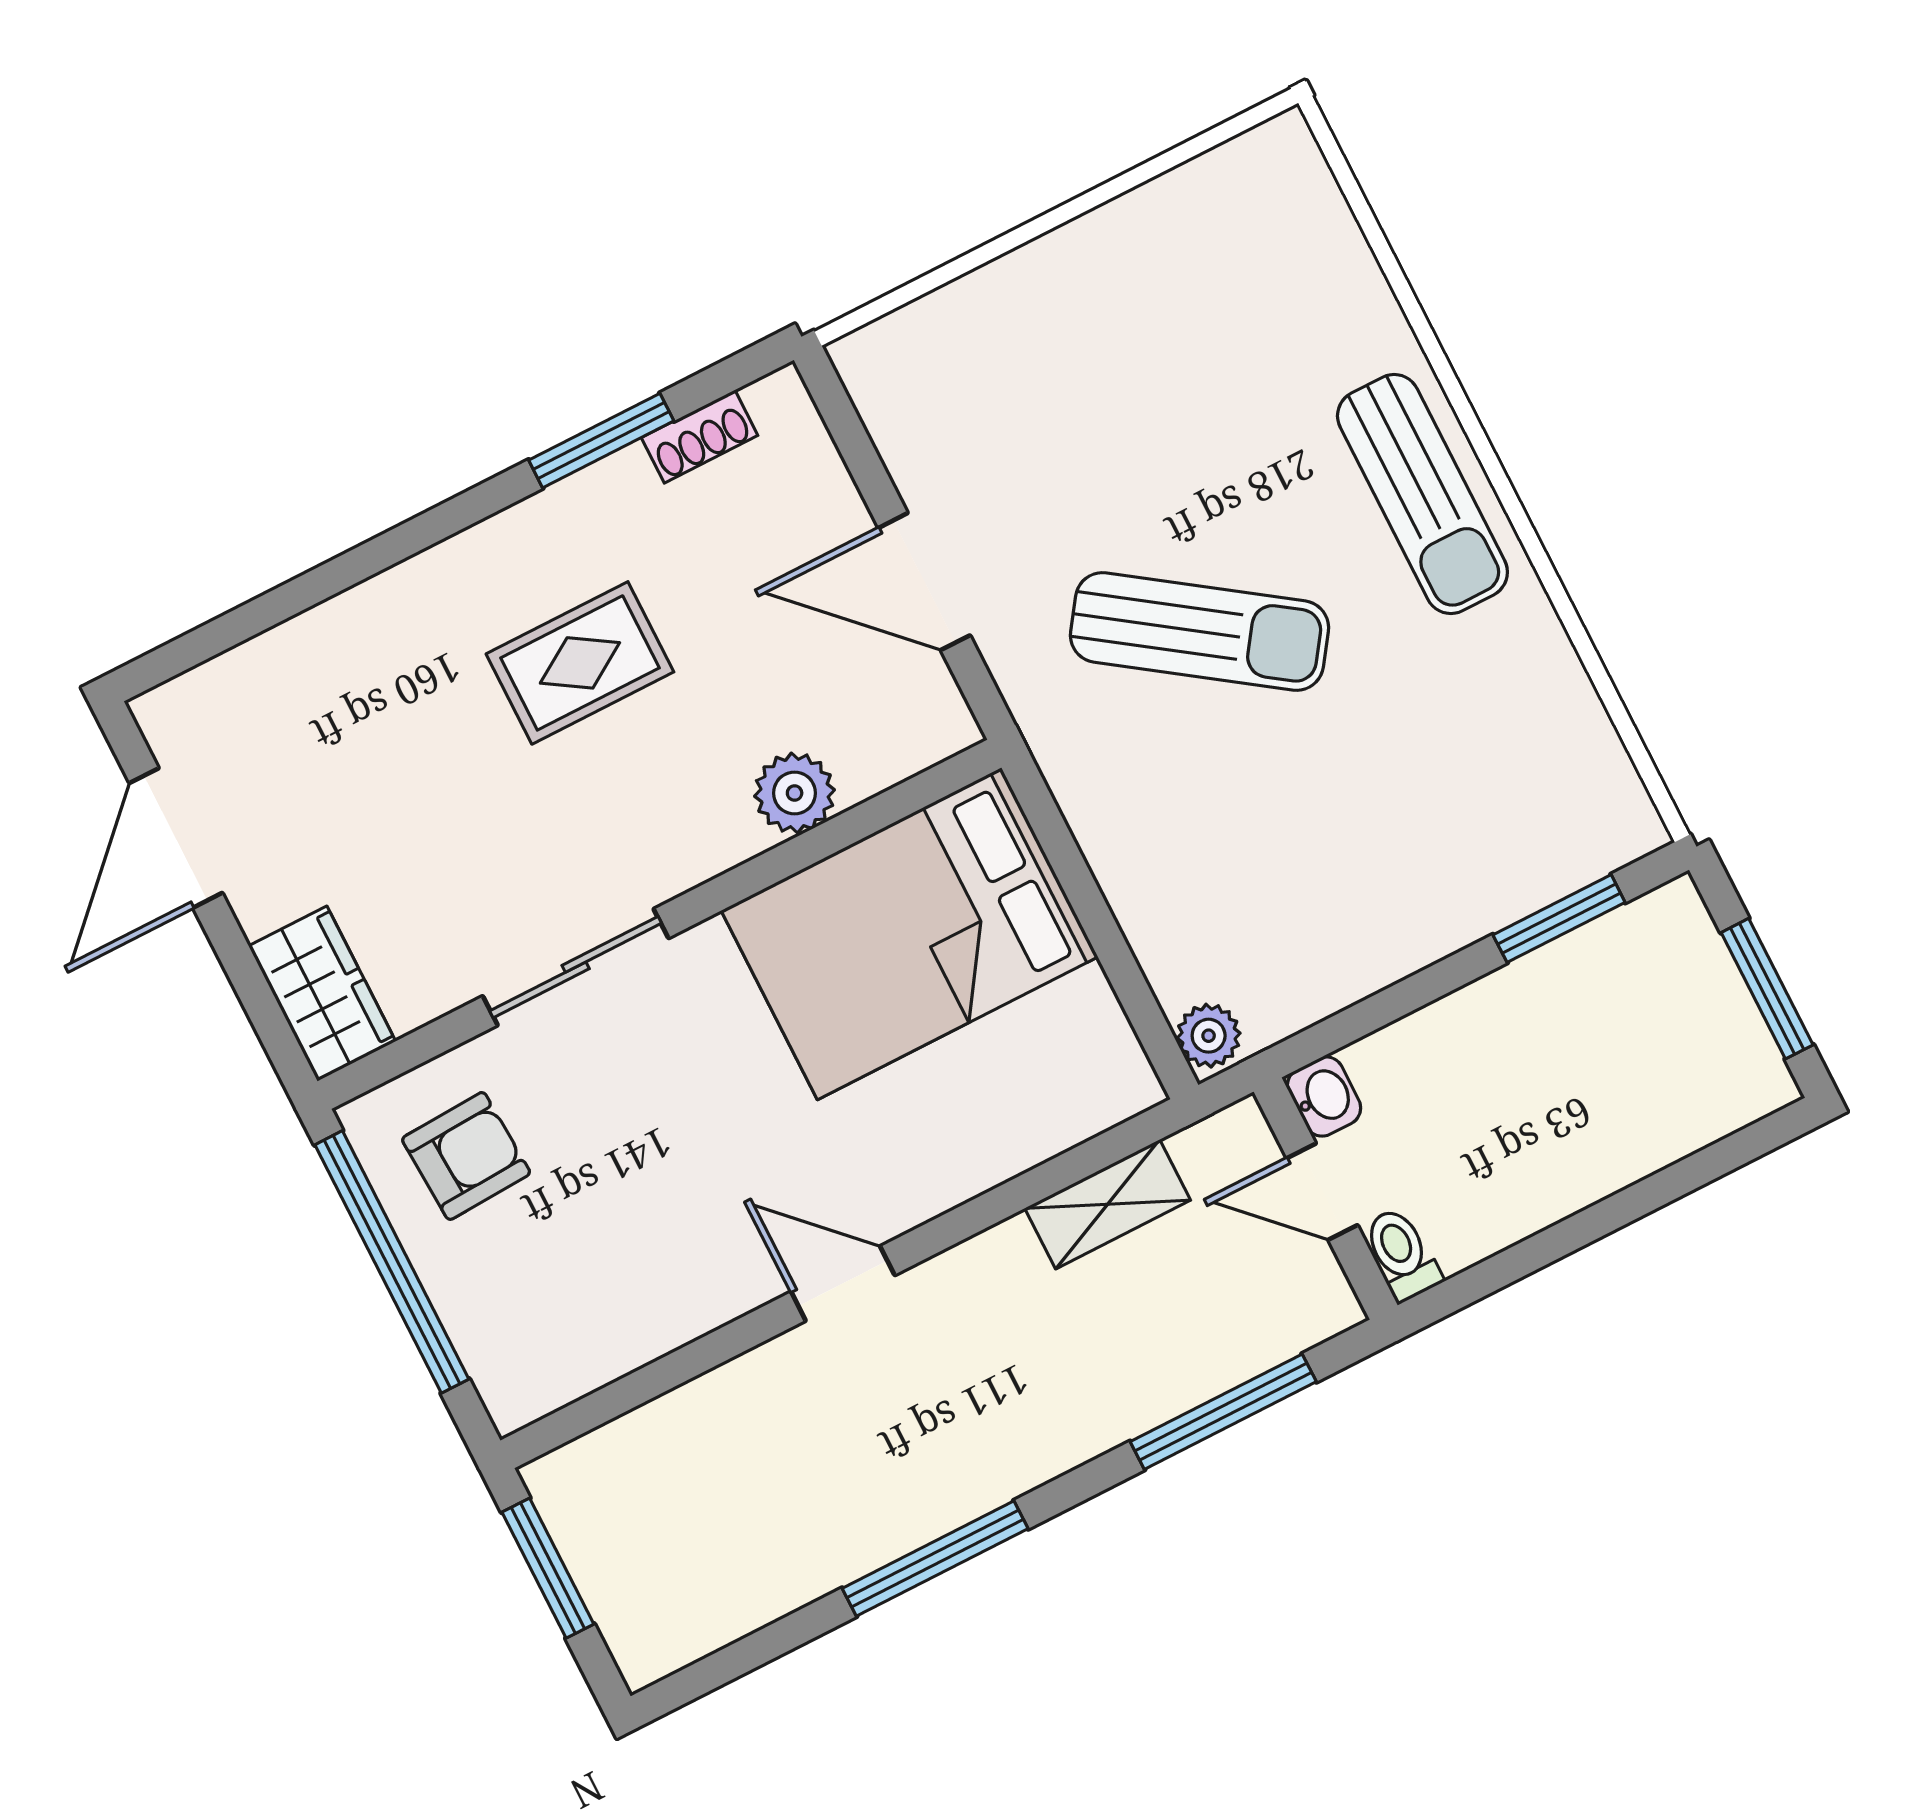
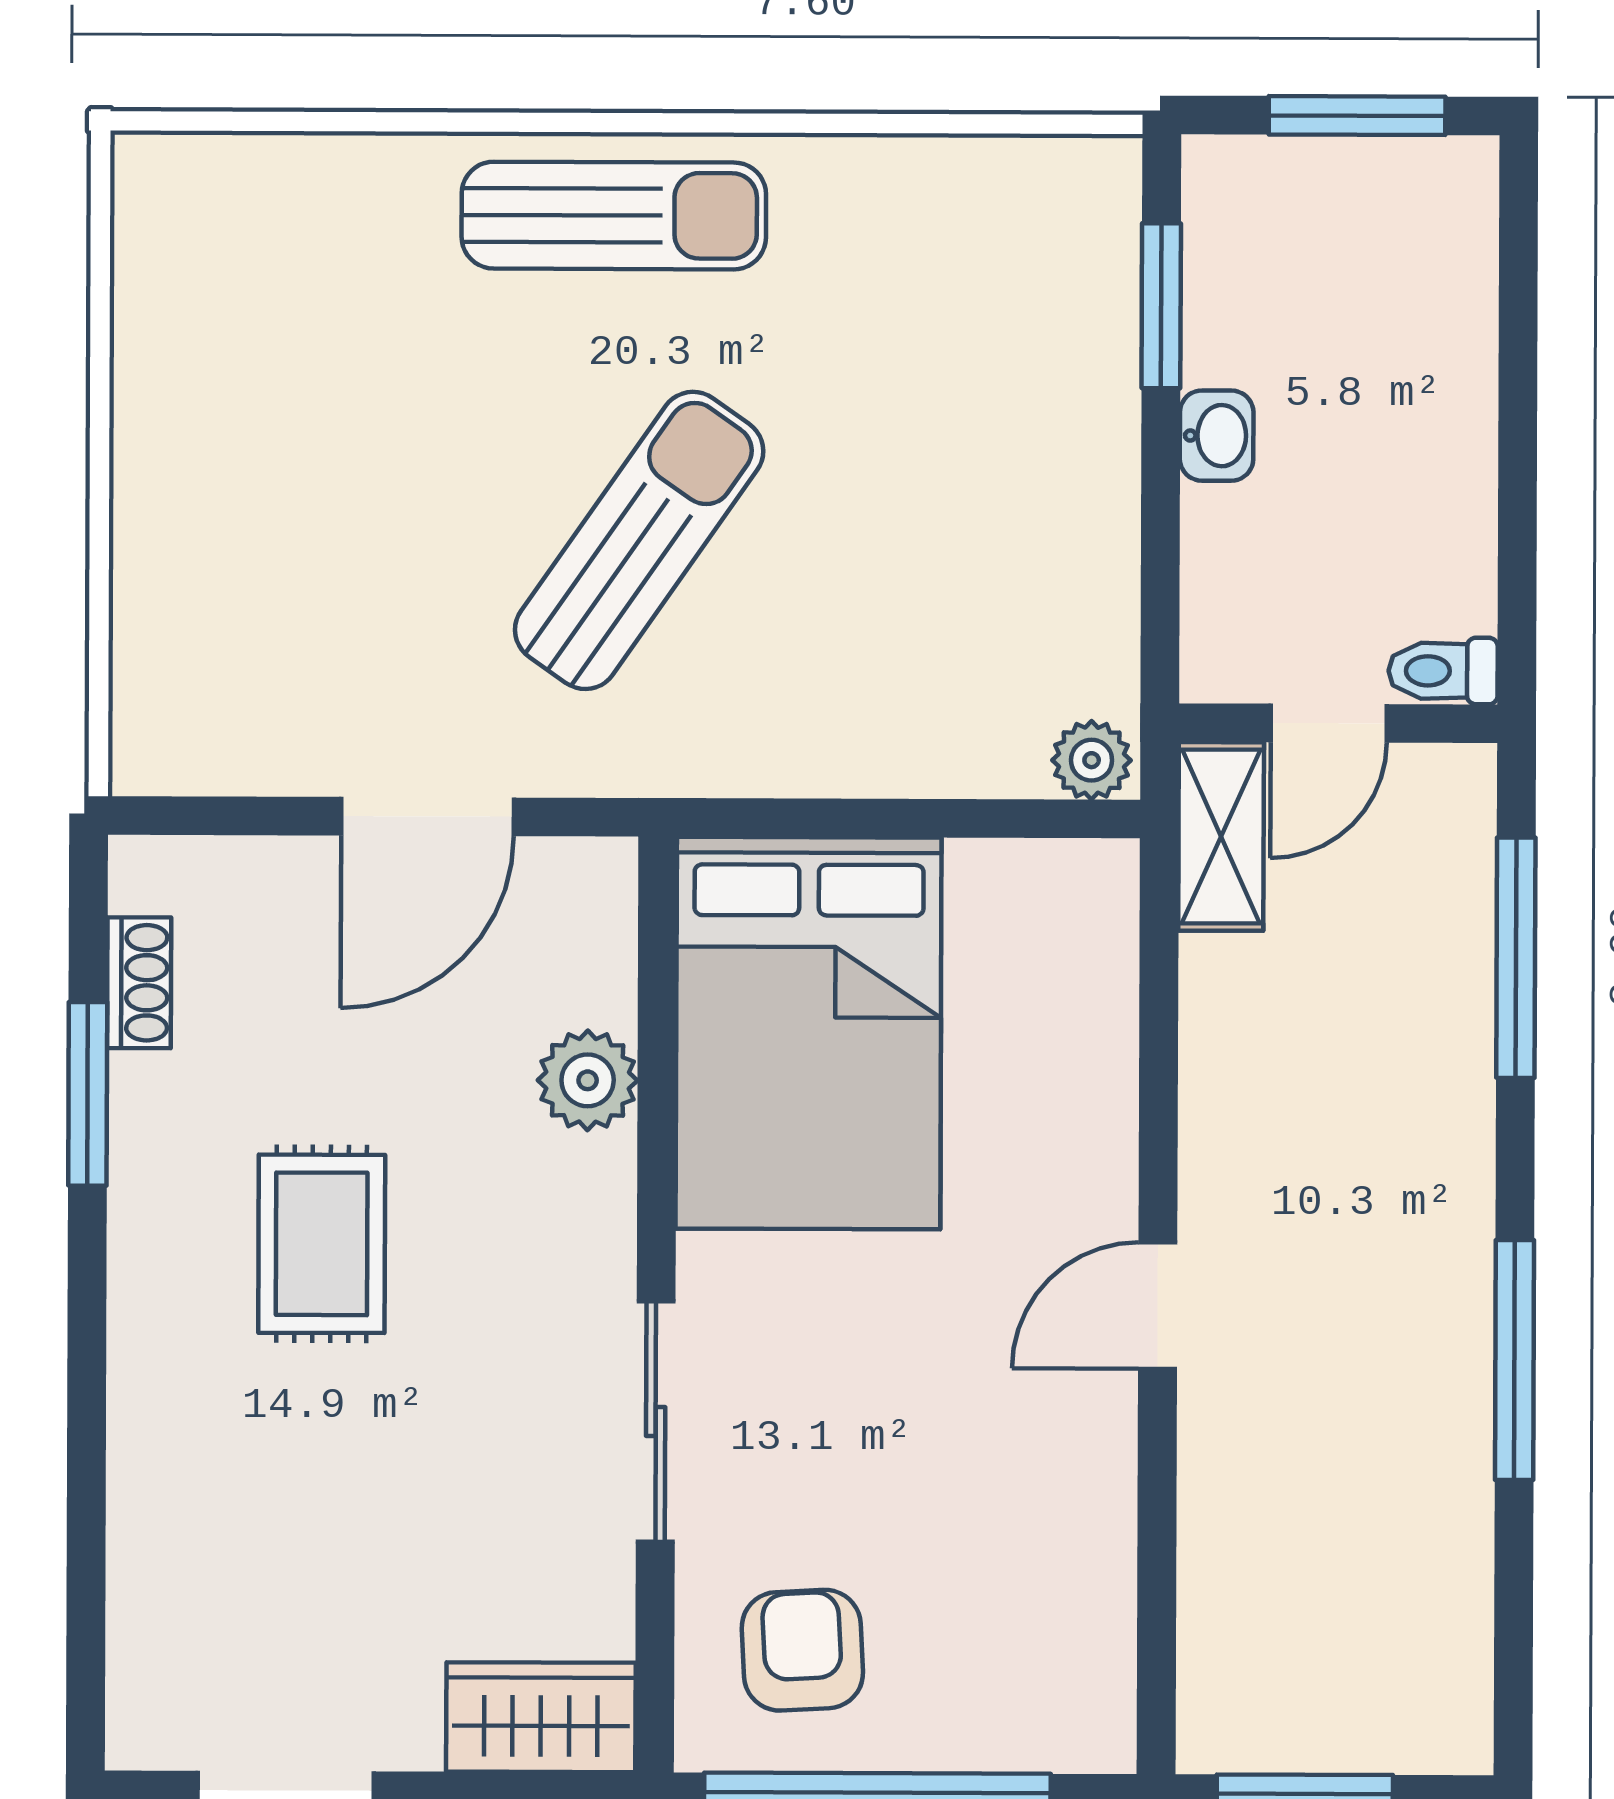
washbasin: (1324, 1096) -> (1217, 436), moved, turned 90
shelving: (1108, 1204) -> (1221, 836), moved

